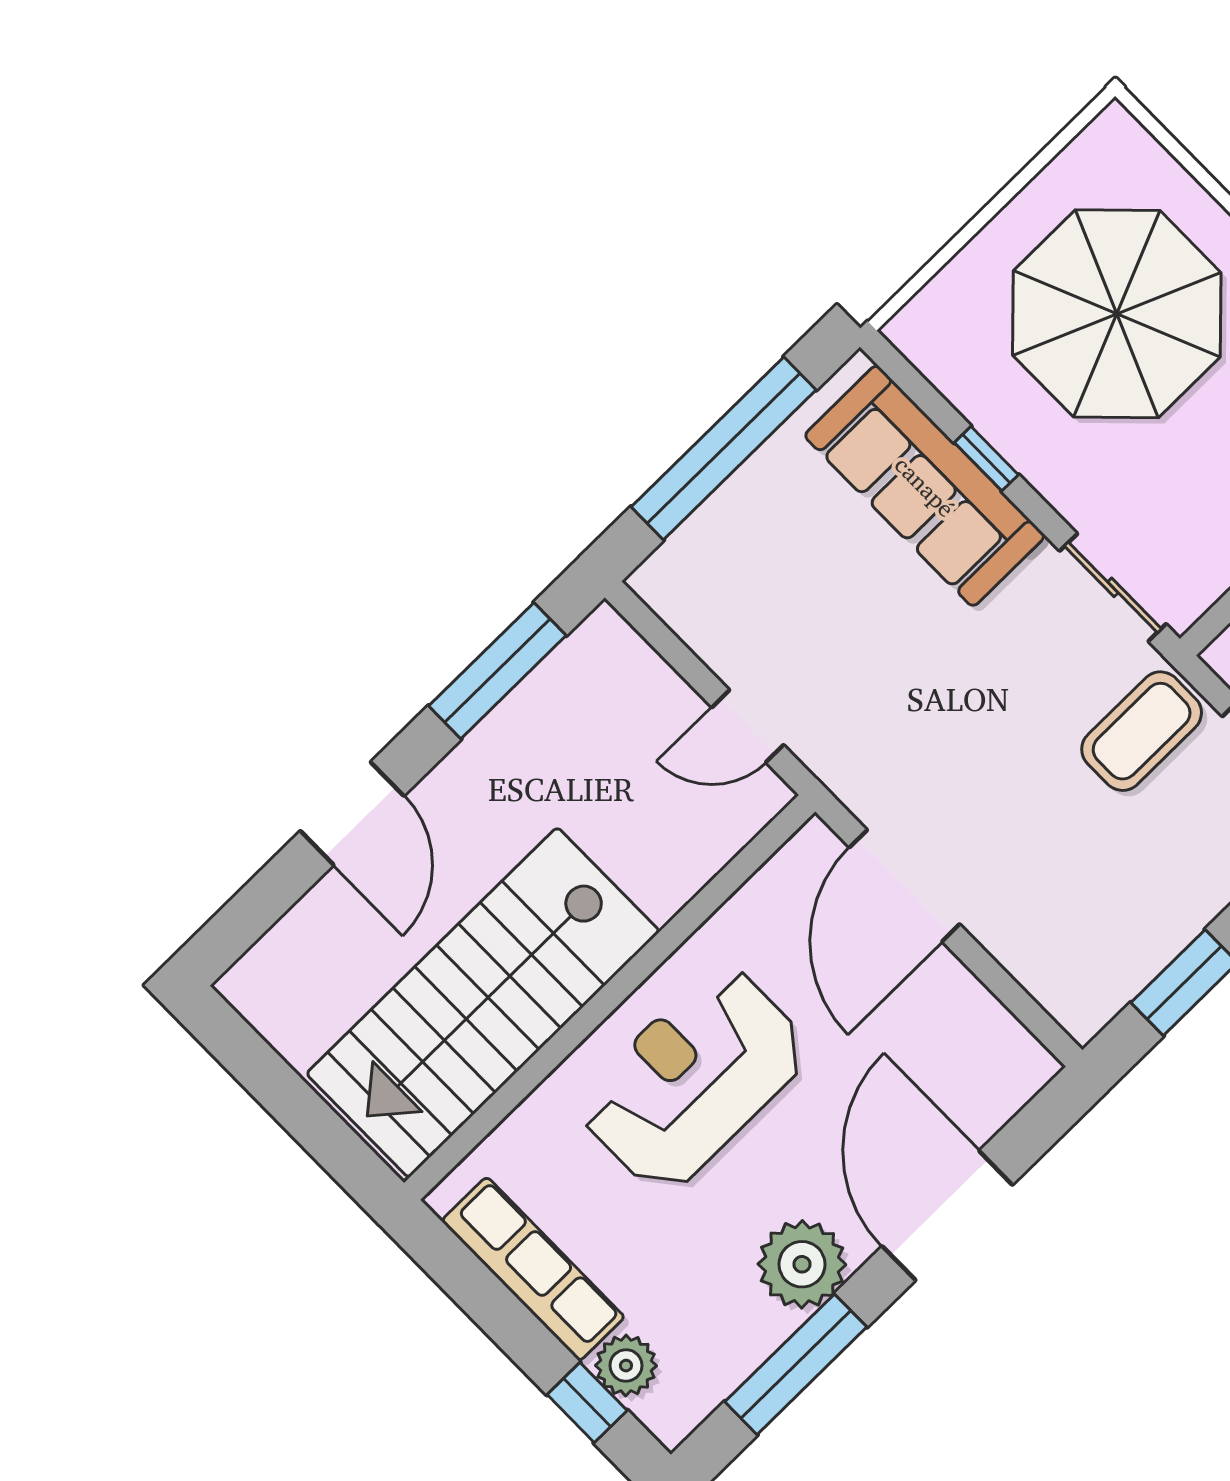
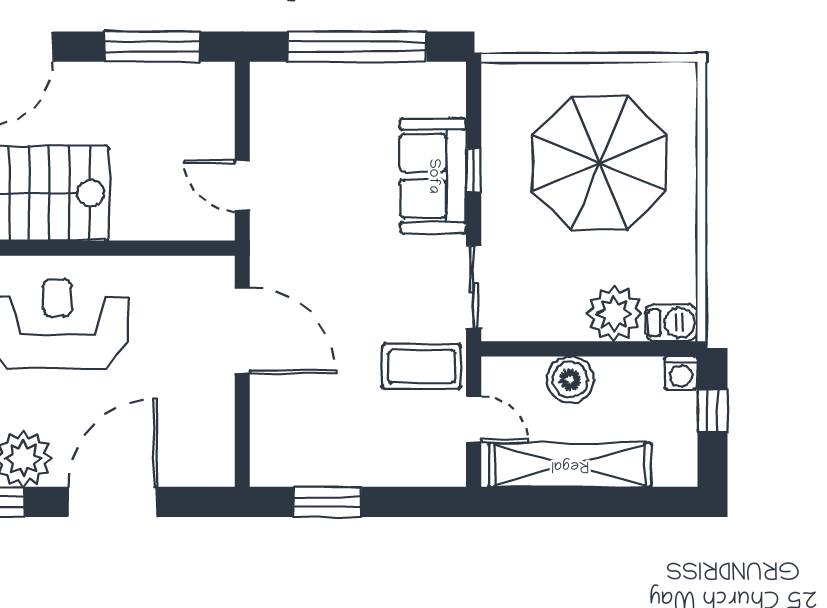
sofa: (925, 486) -> (433, 176), width x0.73
door: (905, 886) -> (242, 330), swing flipped

